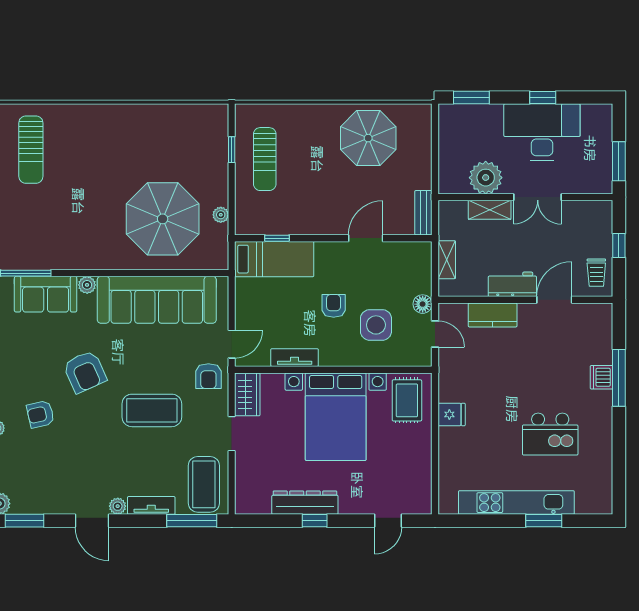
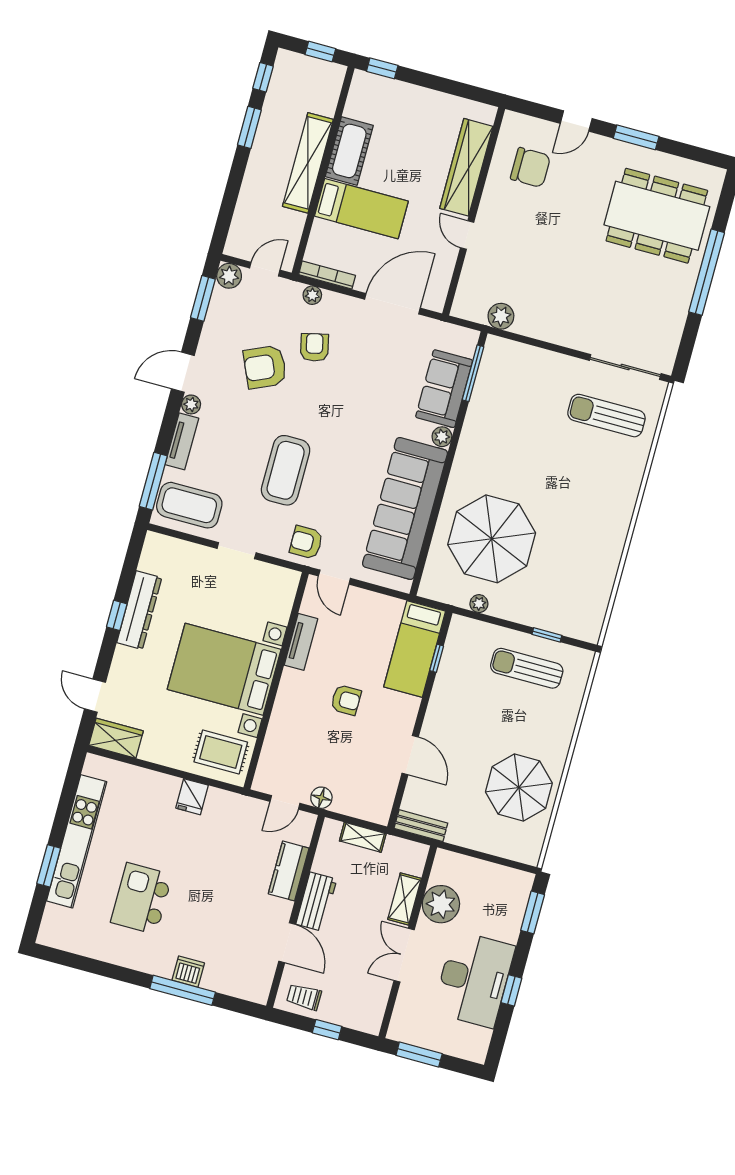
side table: (376, 325) -> (312, 741), removed
armchair: (85, 372) -> (265, 367), moved
wardrobe: (247, 394) -> (116, 738), moved, turned 180

